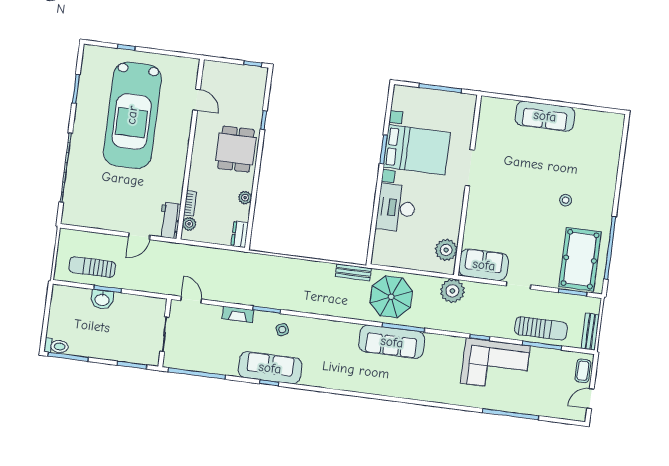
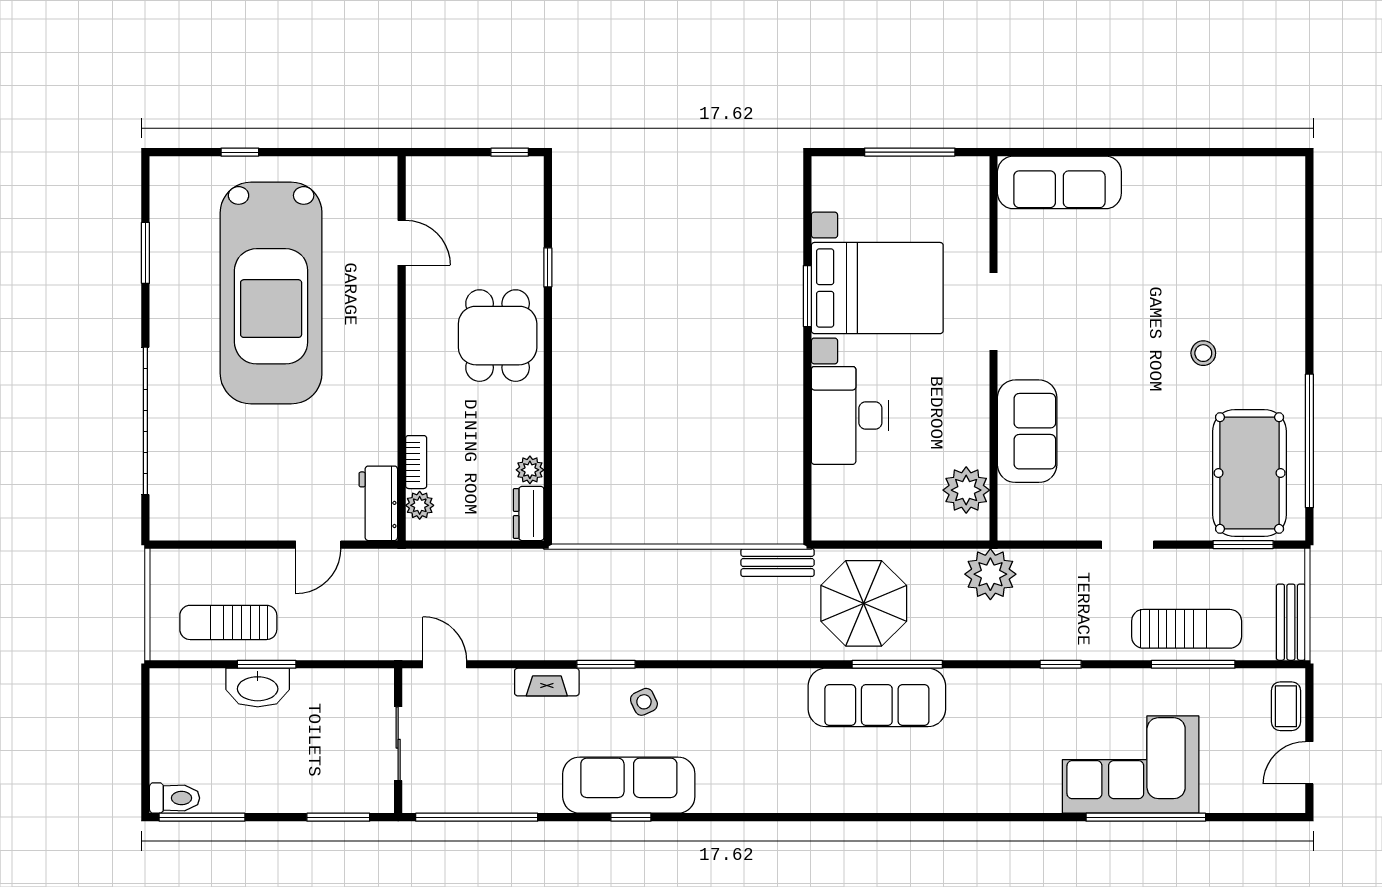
sofa: (545, 116) -> (1059, 182), moved
plant: (245, 198) -> (530, 470), moved
sofa: (484, 265) -> (1027, 431), moved, turned 90
washbasin: (102, 299) -> (258, 688), width x1.38
corner sofa: (495, 364) -> (1131, 765), moved, turned 180

